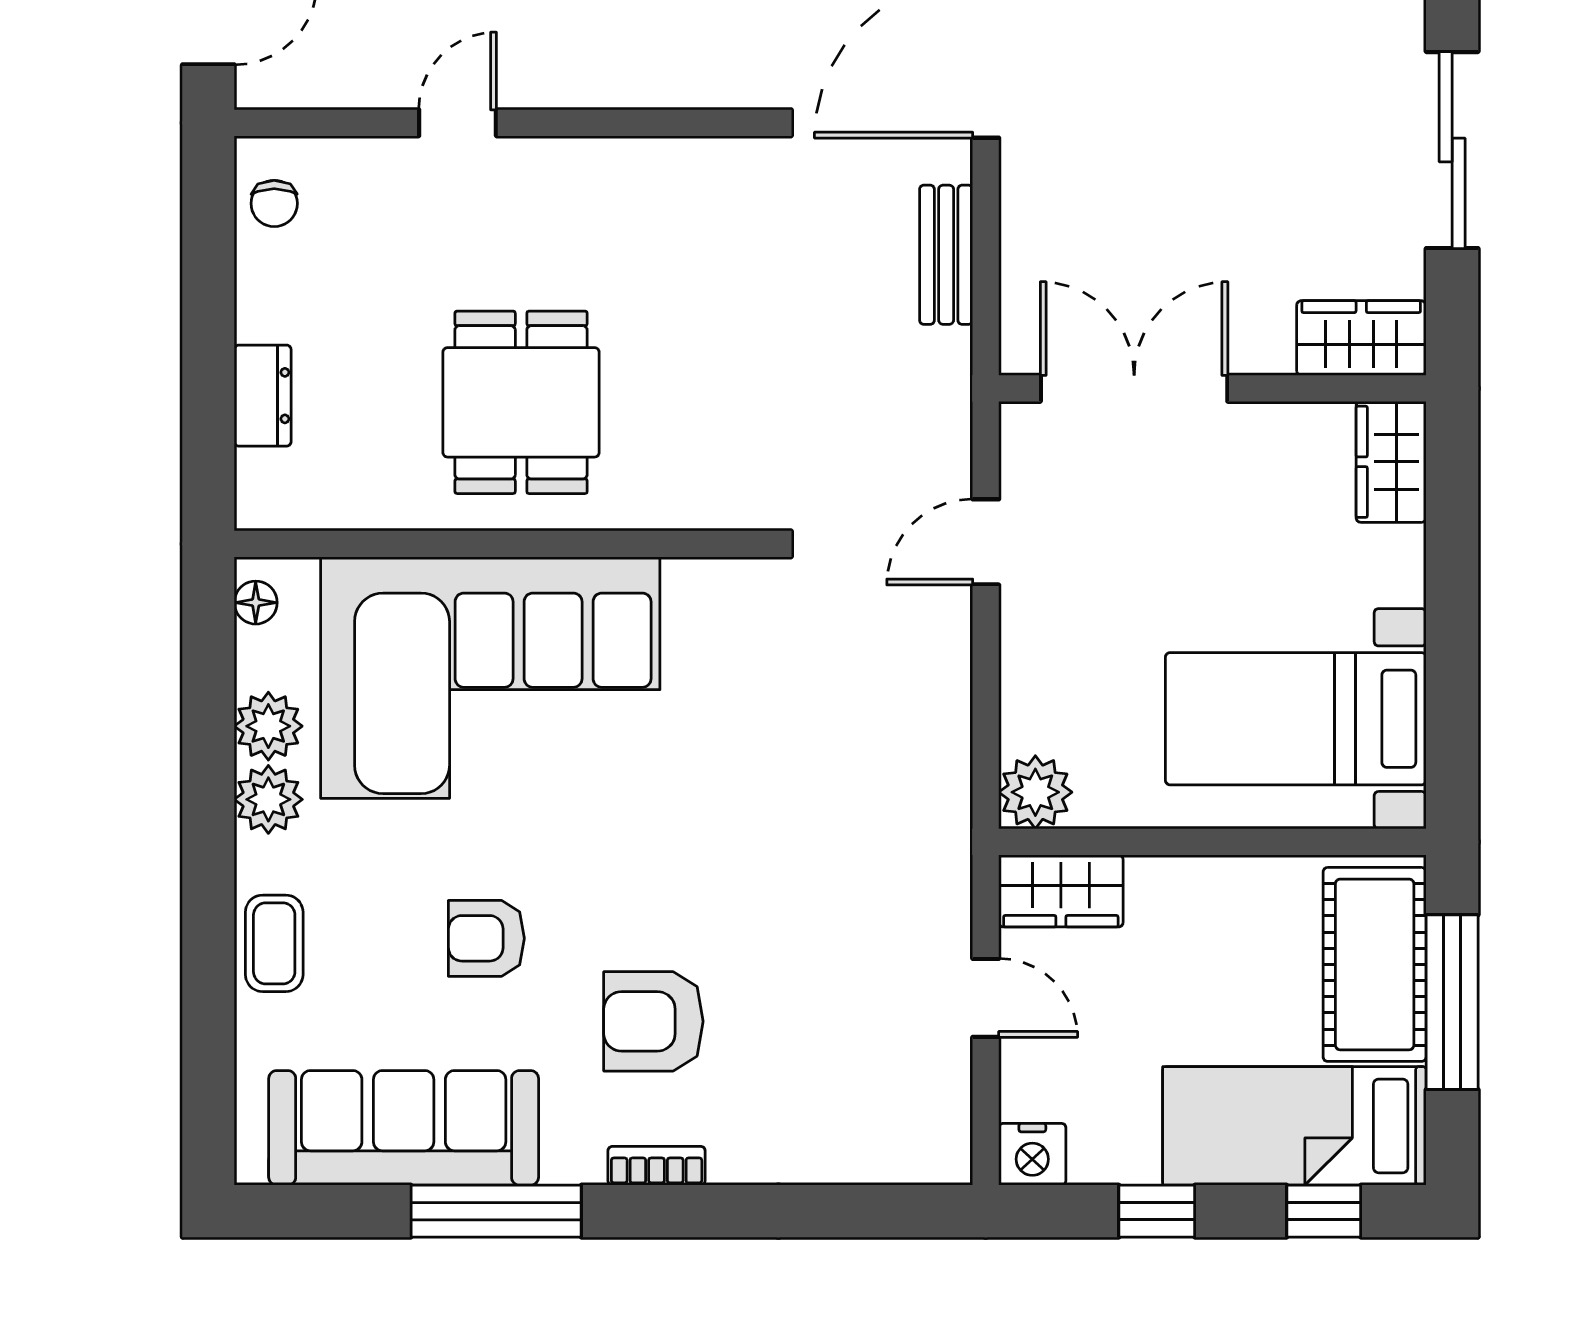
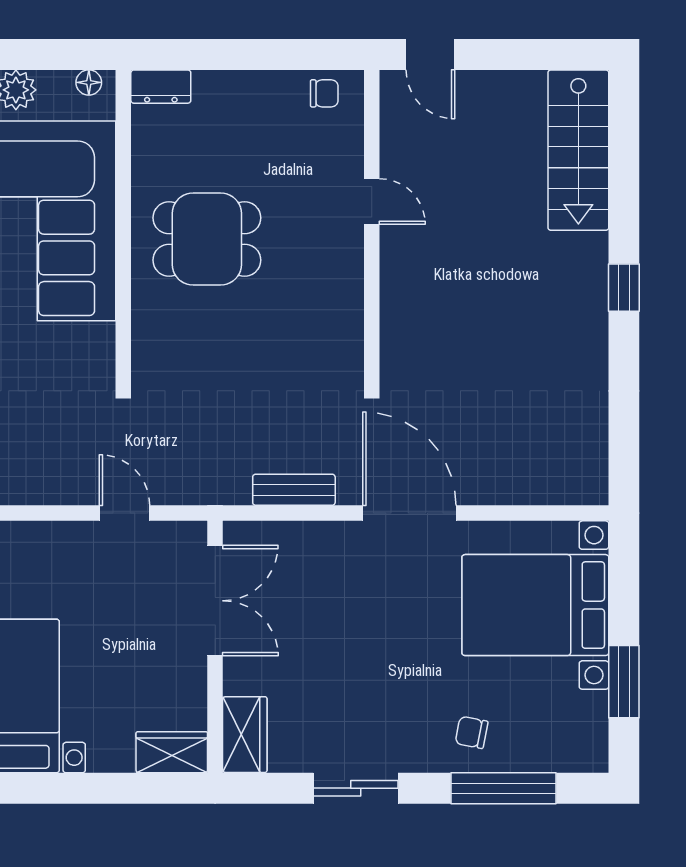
sliding door: (1452, 150) -> (356, 788), width x0.73
chair: (274, 203) -> (324, 93), turned 180
dresser: (263, 396) -> (161, 87), moved

